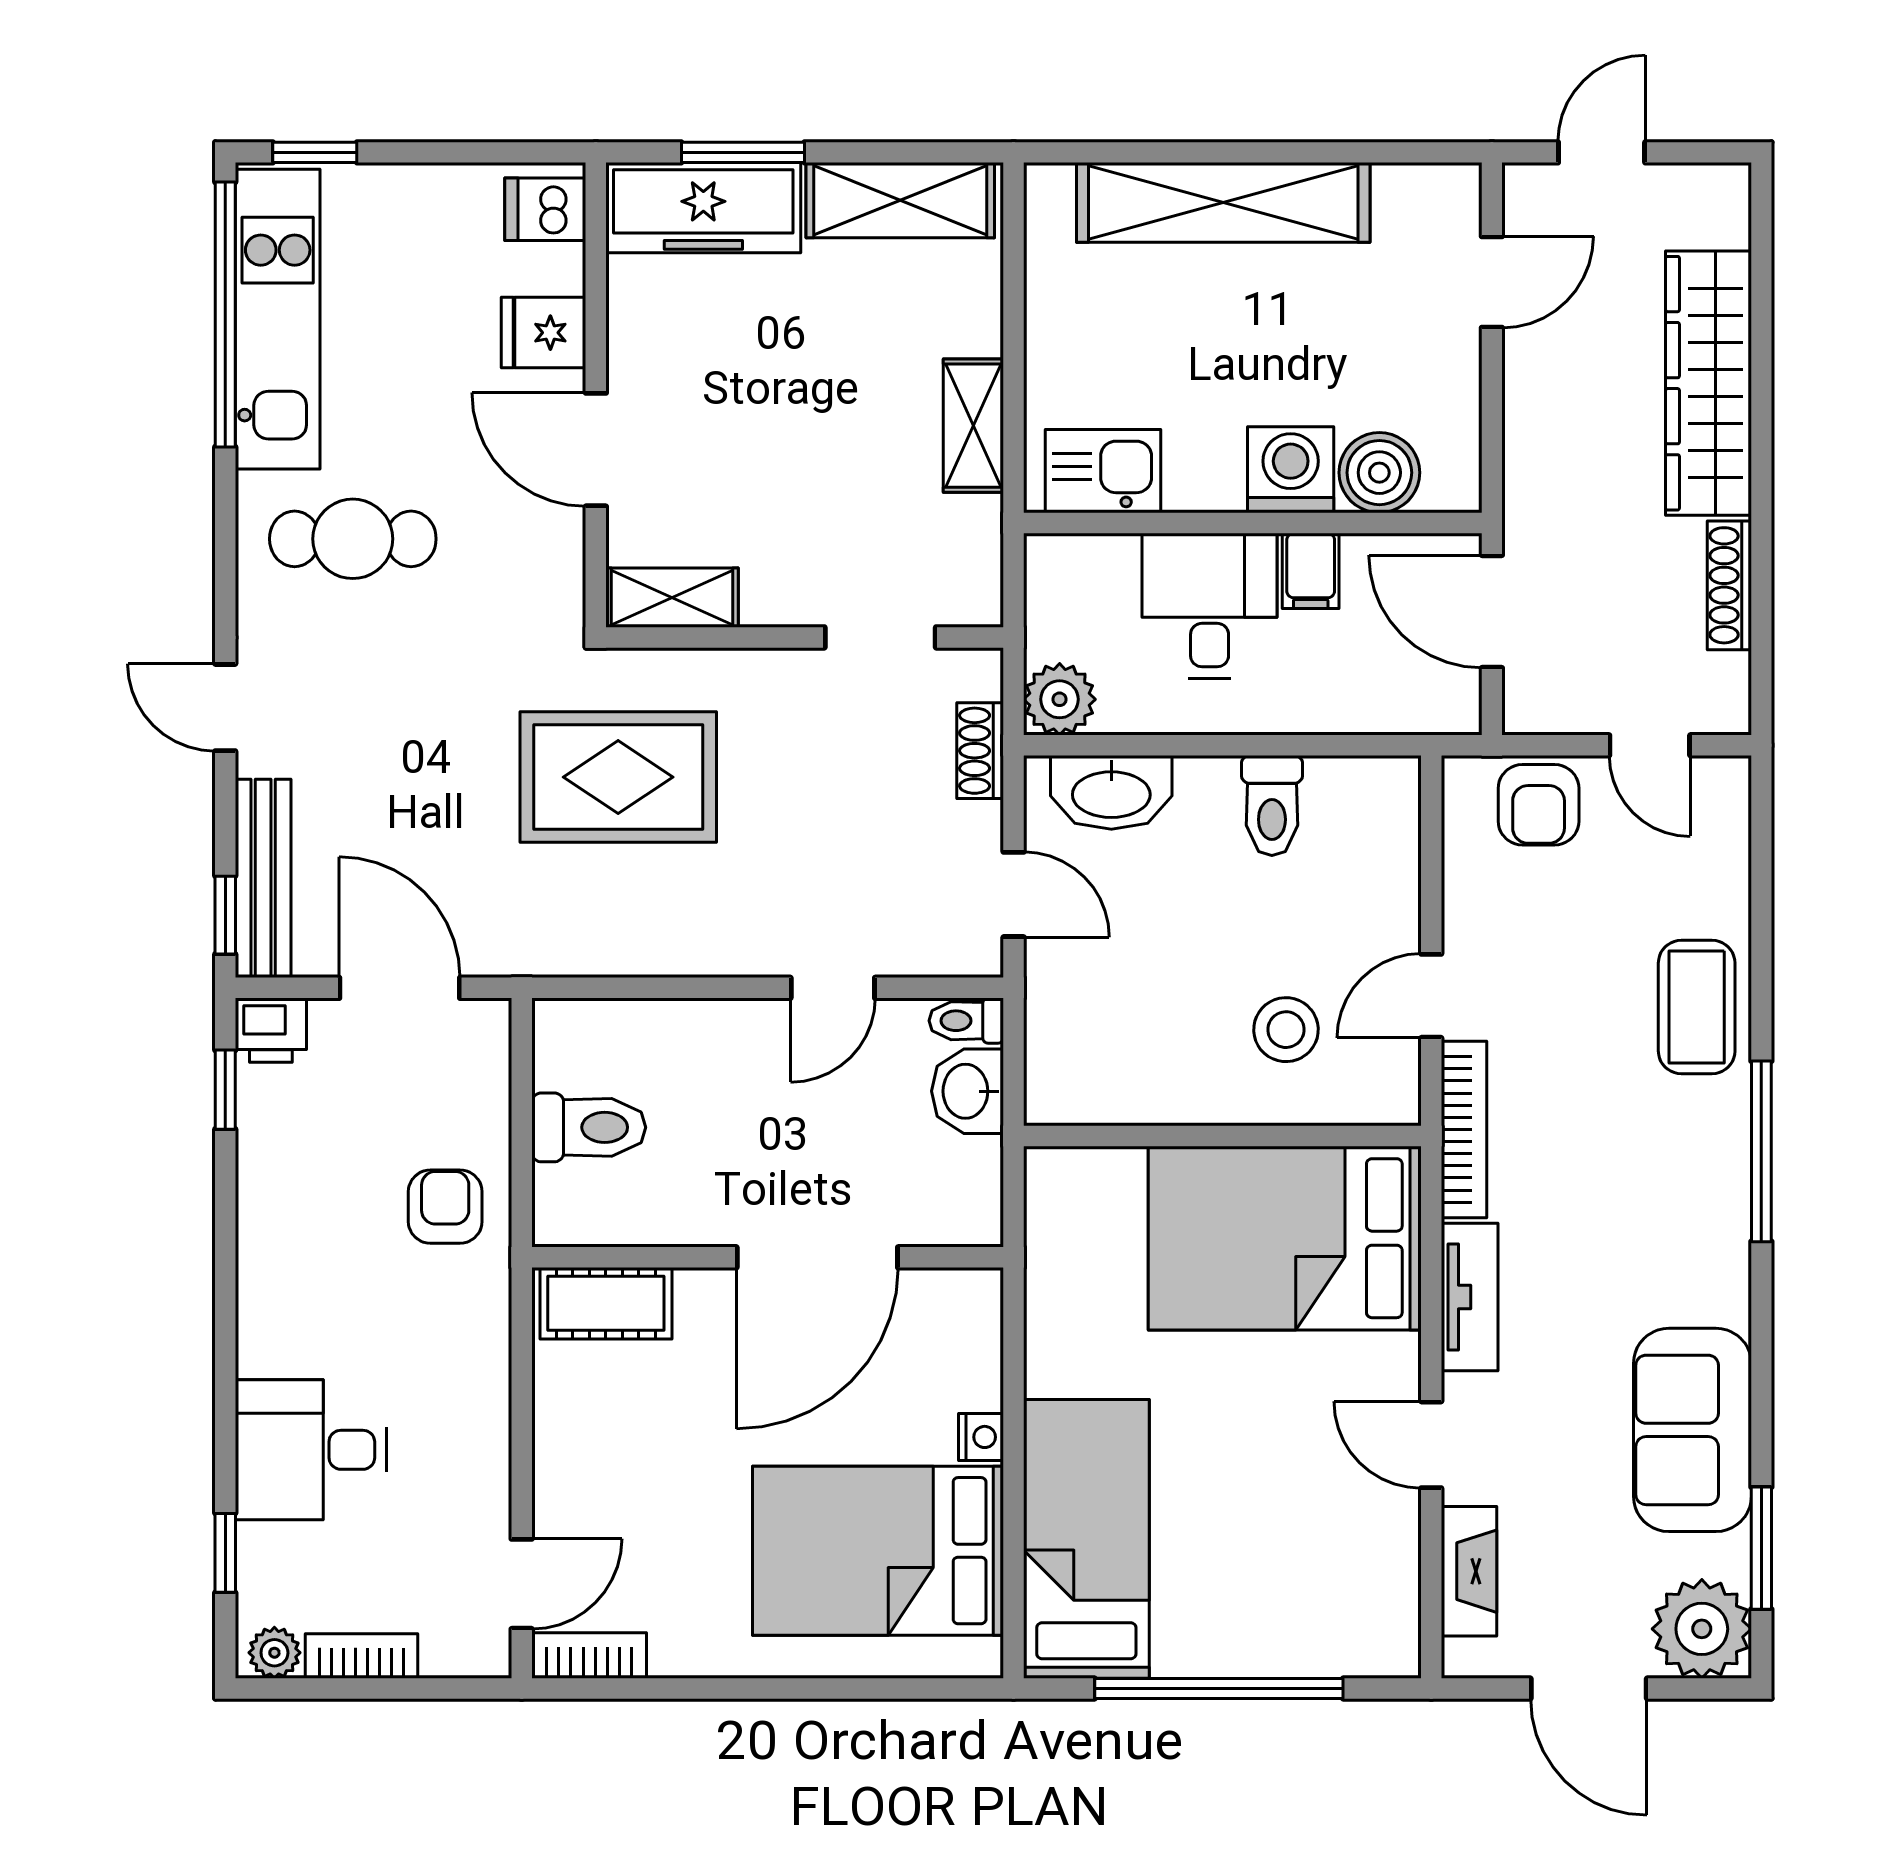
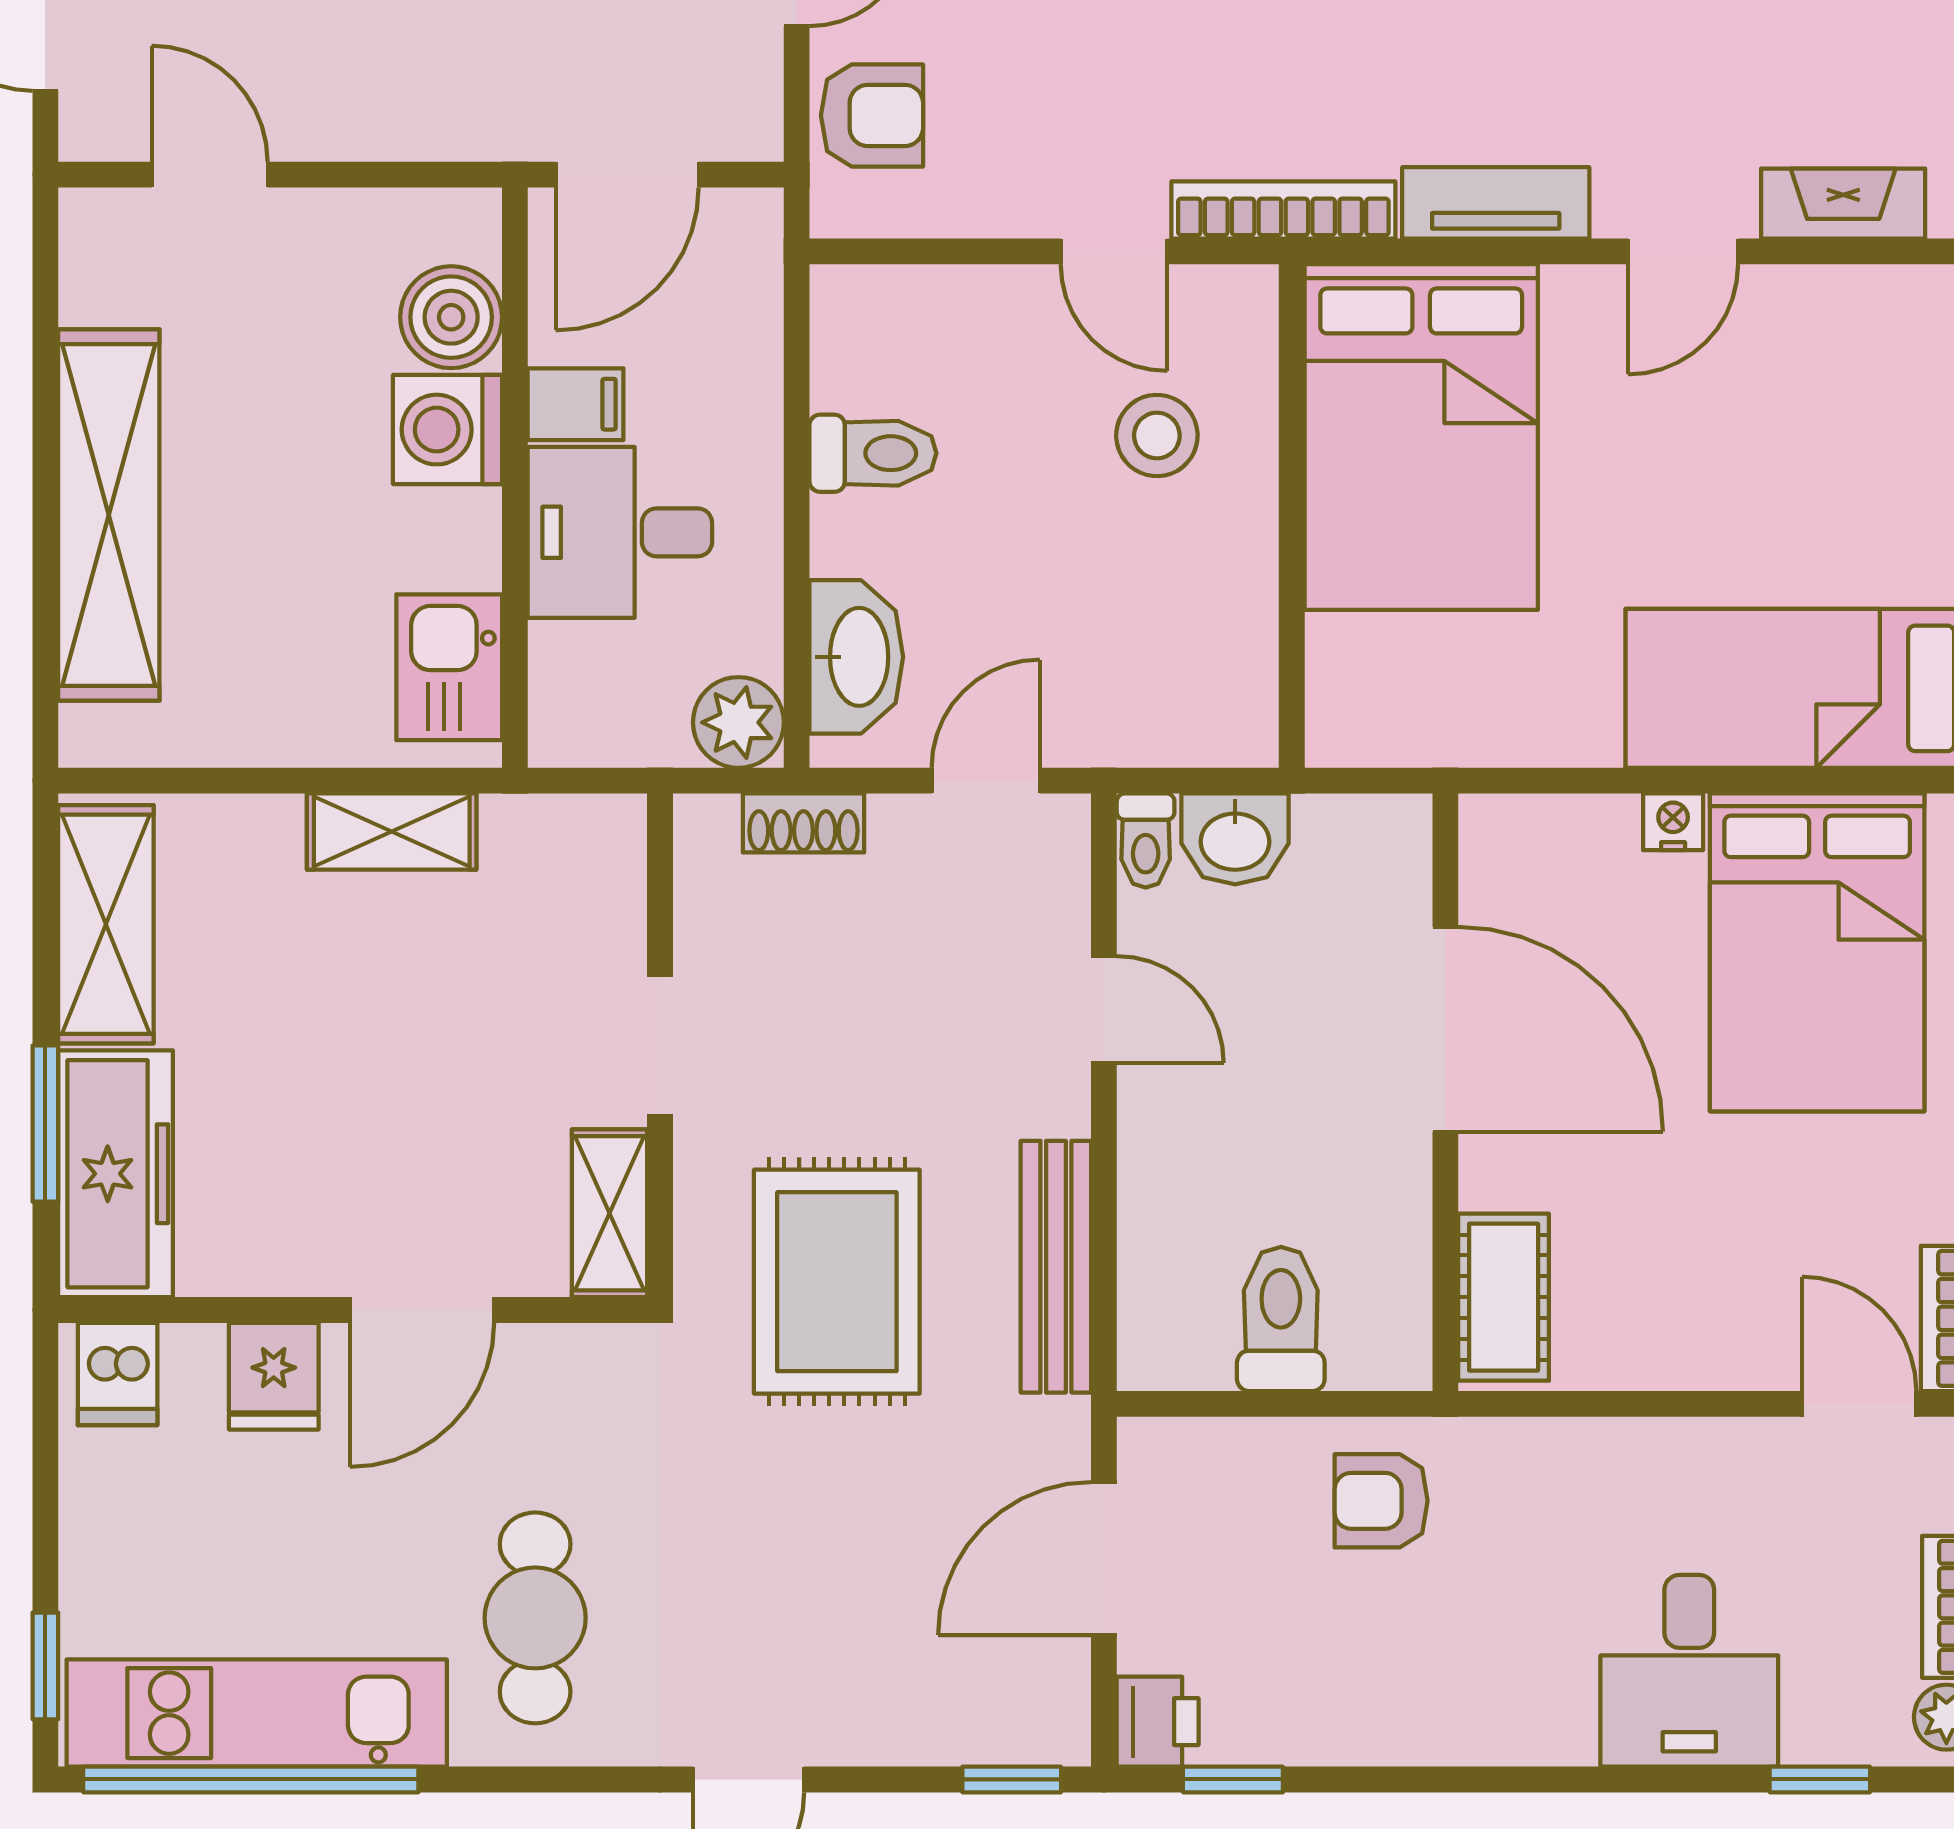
doorway: (880, 637) -> (660, 1046), moved
bench: (263, 878) -> (1056, 1267), moved, turned 90

